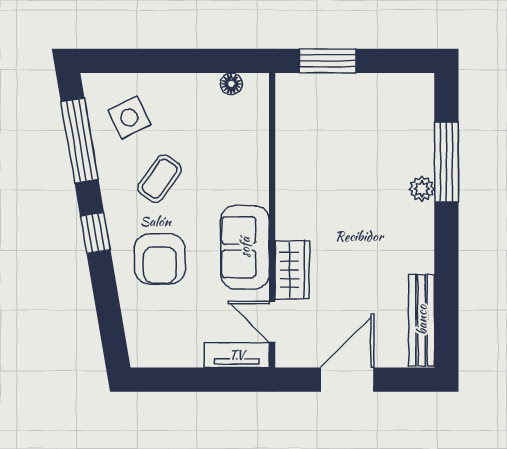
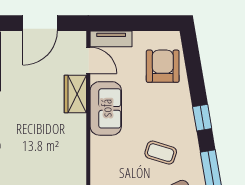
coffee table: (160, 179) -> (161, 153), turned 71
armchair: (160, 259) -> (163, 66), moved

